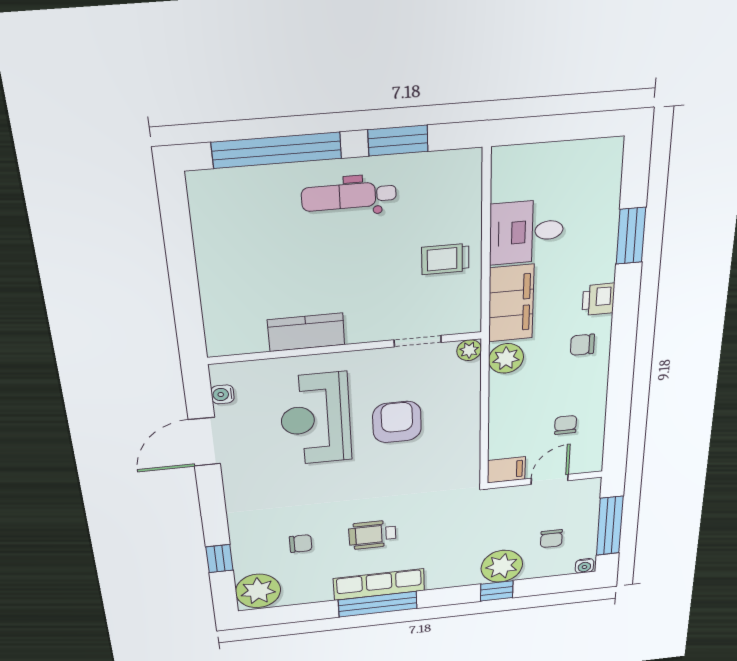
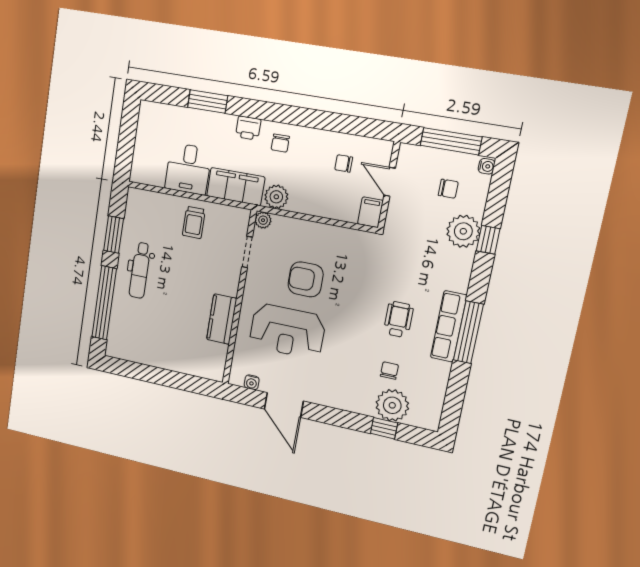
wheelchair: (372, 535) -> (398, 319), turned 180
plant: (258, 591) -> (392, 405), moved

